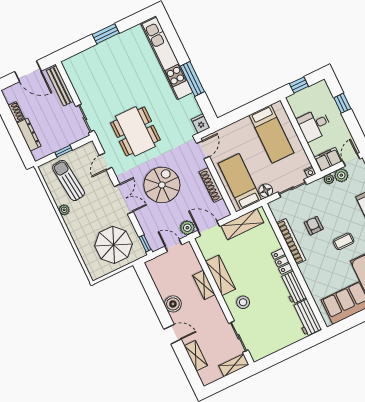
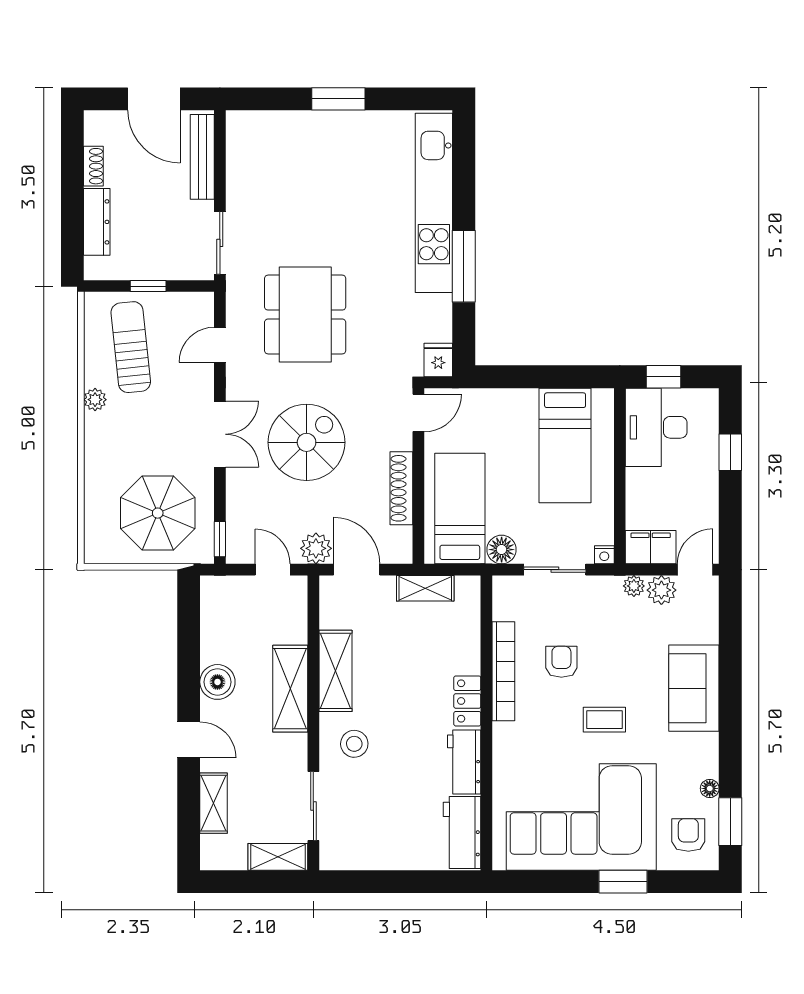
desk: (314, 125) -> (656, 427), moved, width x1.37
shelving: (242, 224) -> (425, 588), width x0.67, depth x0.75
shelving: (204, 285) -> (290, 689), width x1.50, depth x1.33

